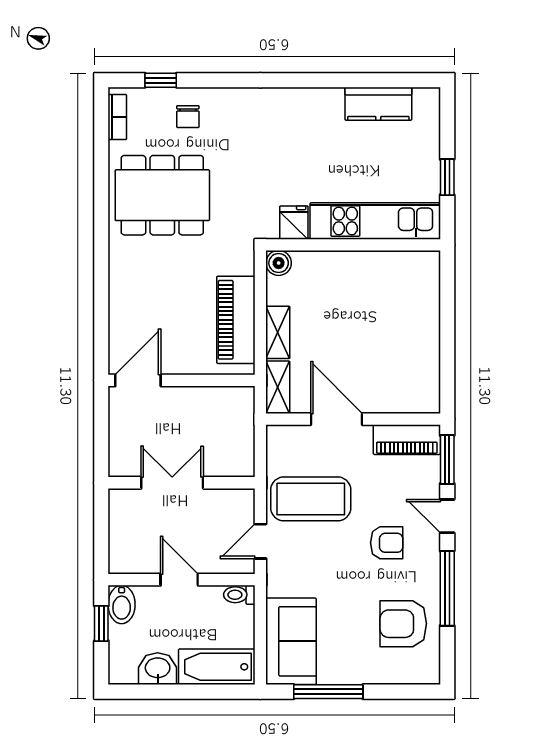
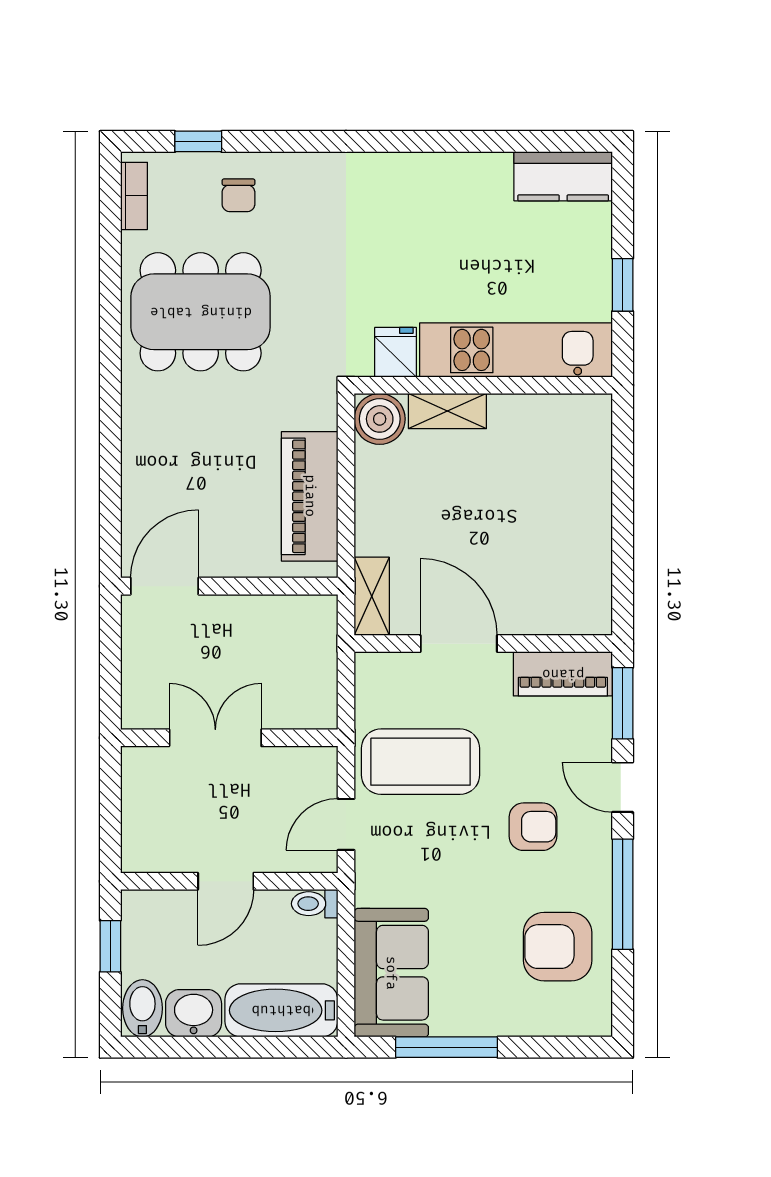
kitchen counter: (378, 104) -> (563, 176), moved
boiler: (279, 263) -> (380, 419), width x1.36, depth x1.36
shelving: (278, 332) -> (447, 411), moved, turned 90
door: (179, 580) -> (226, 881), swing flipped
bidet: (122, 604) -> (142, 1008), moved, turned 180

